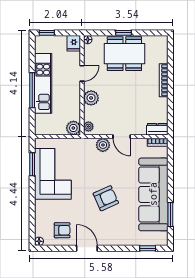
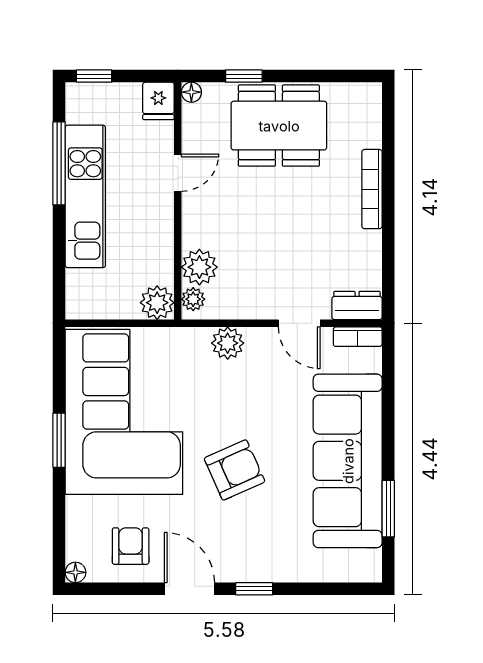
window: (124, 33) -> (244, 76), moved
window: (32, 90) -> (59, 163), moved
plant: (91, 98) -> (199, 267), moved
door: (122, 137) -> (299, 323), moved
window: (32, 164) -> (59, 440), moved
corner sofa: (53, 174) -> (124, 412), width x1.36, depth x1.36
armchair: (62, 230) -> (131, 546), turned -90
window: (148, 248) -> (254, 589), moved

